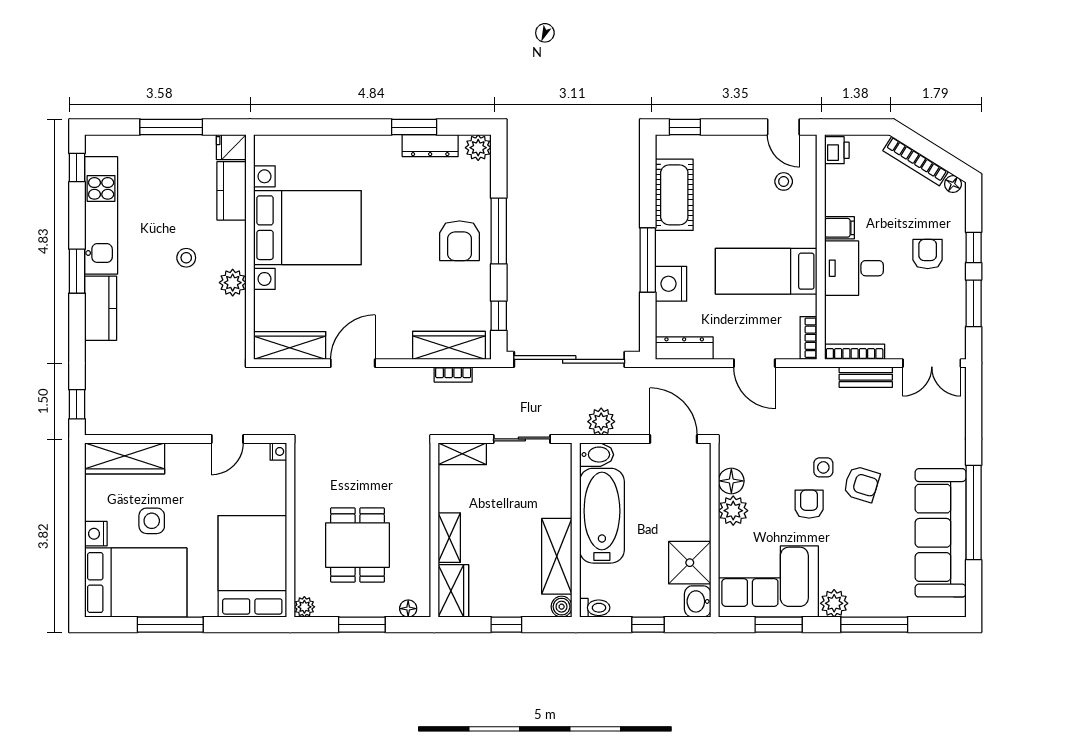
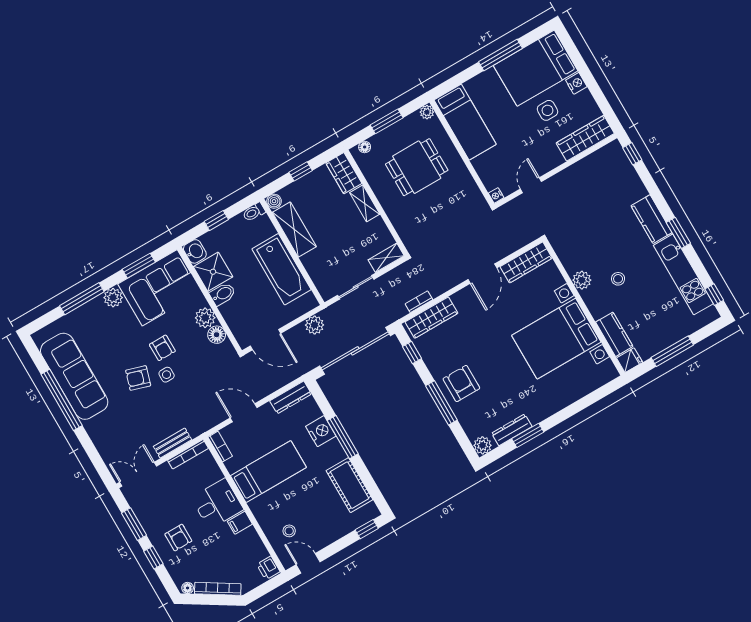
bidet: (597, 455) -> (223, 294), moved, turned 180
dining table: (358, 545) -> (417, 167), turned 90
bed: (252, 566) -> (465, 122), width x0.67

